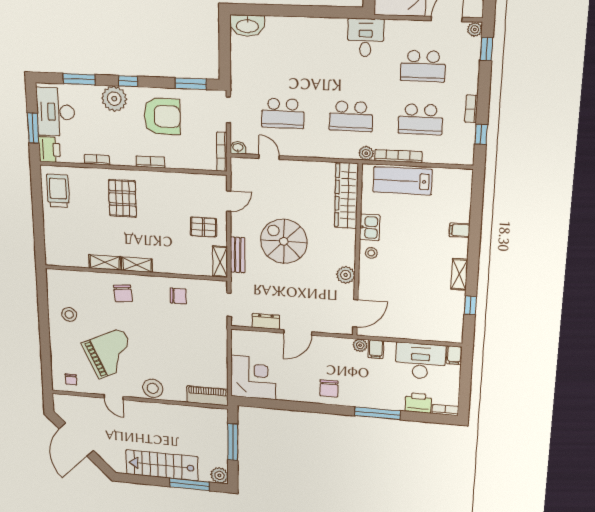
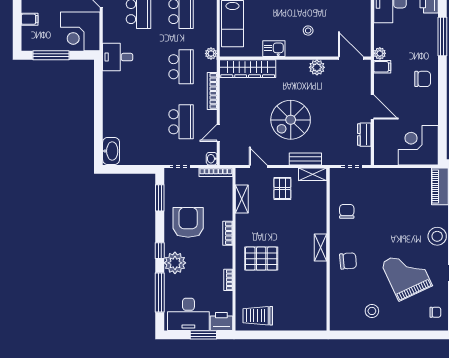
window: (79, 79) -> (160, 293), width x1.44
bookcase: (398, 156) -> (212, 91), moved
stool: (371, 253) -> (308, 31), moved
shelving: (105, 262) -> (242, 199), moved
filing cabinet: (376, 349) -> (382, 67), moved

